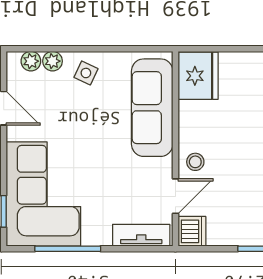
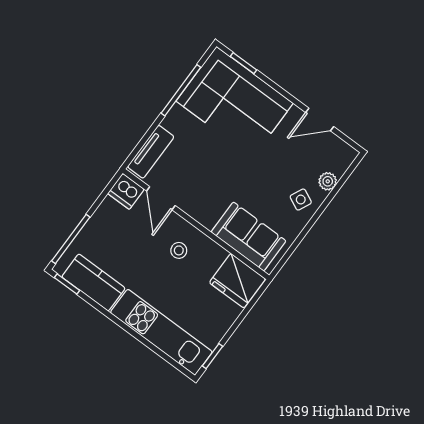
plant: (31, 61) -> (340, 165), removed
sofa: (152, 108) -> (249, 237), width x0.73
stool: (195, 162) -> (179, 250), moved

